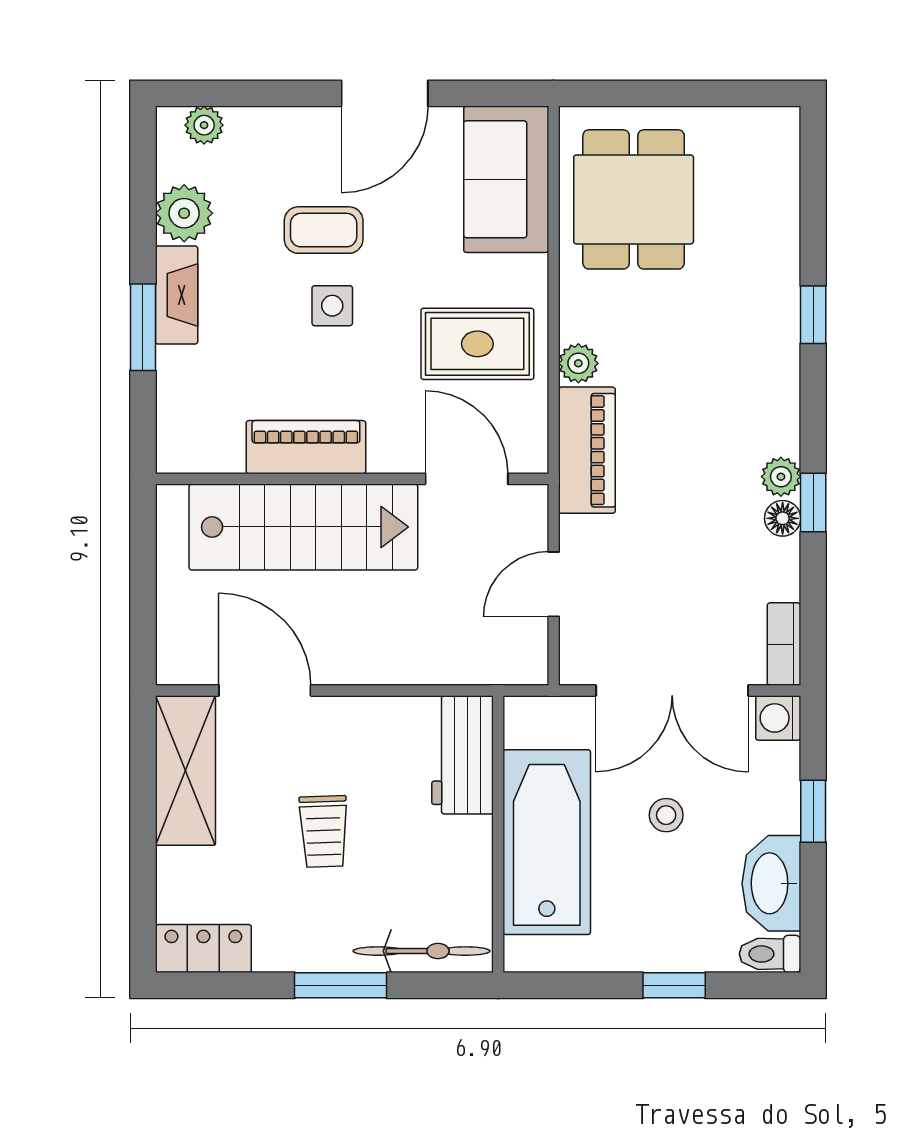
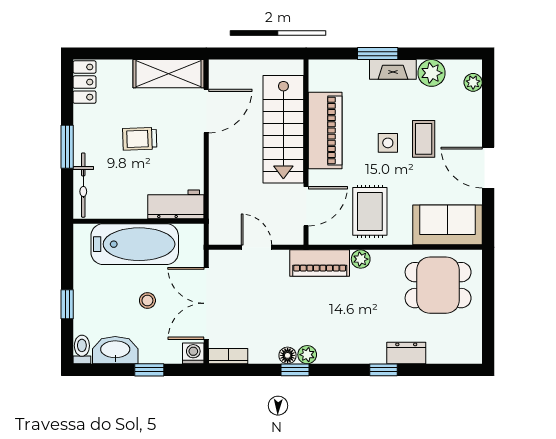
dresser: (777, 267) -> (406, 353), added
piano: (306, 447) -> (325, 130), width x1.37, depth x1.33

